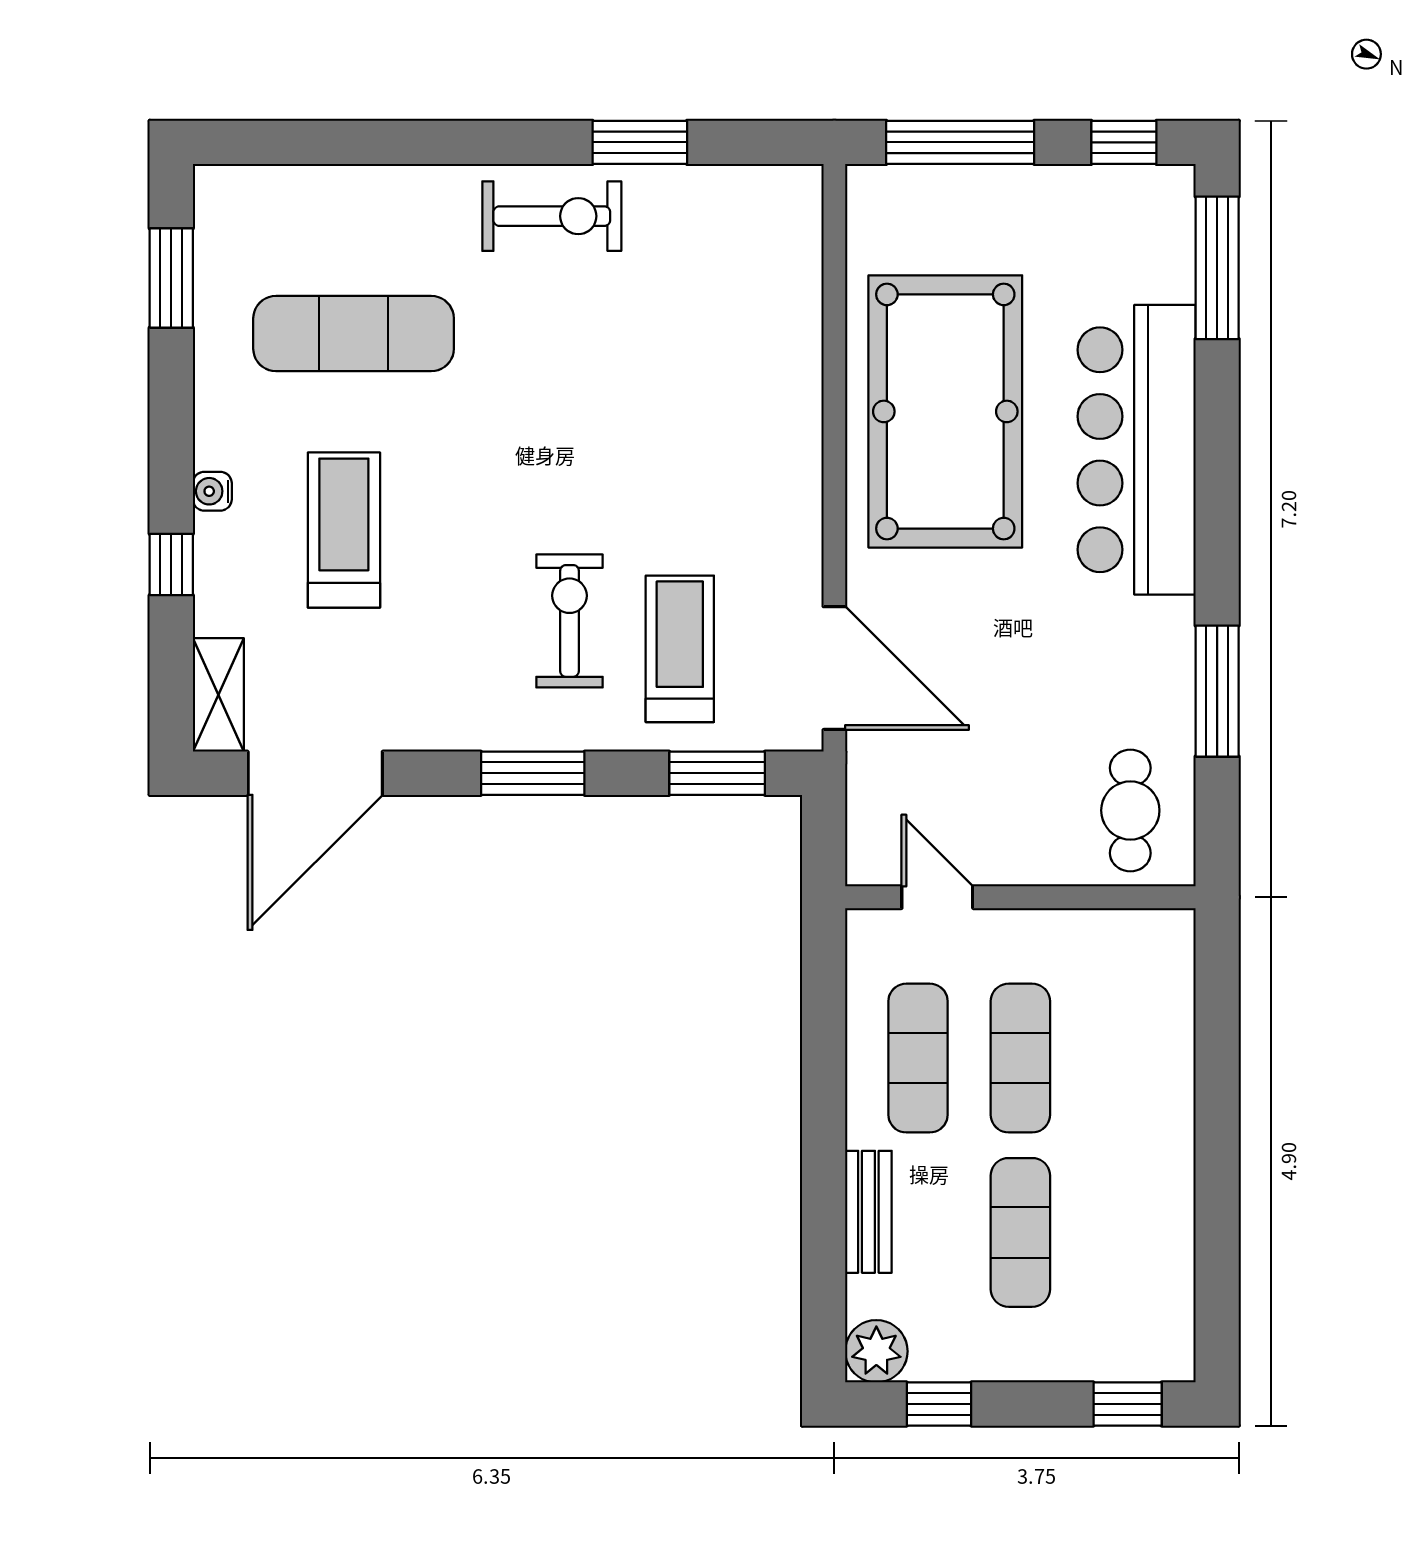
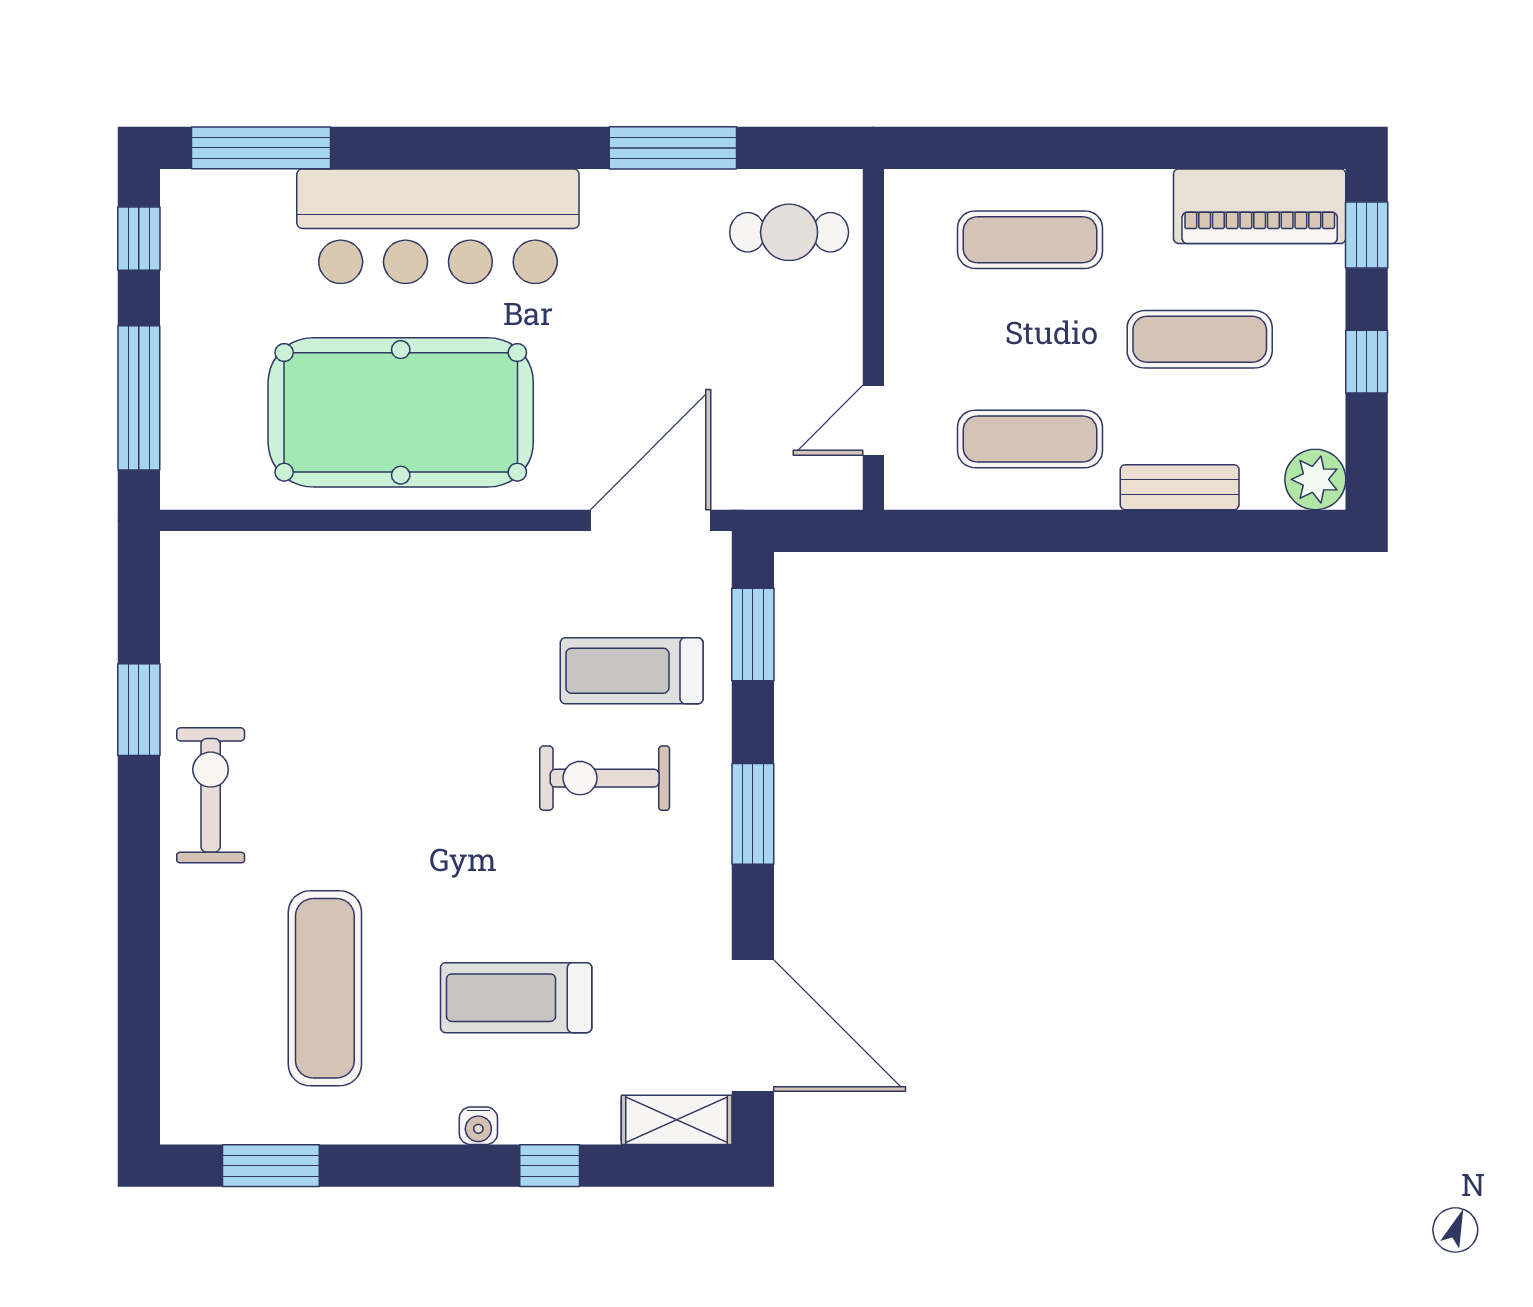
exercise mat: (1020, 1058) -> (1030, 240), moved
piano: (1157, 1294) -> (1260, 206), added
window: (939, 1404) -> (1367, 362), moved

